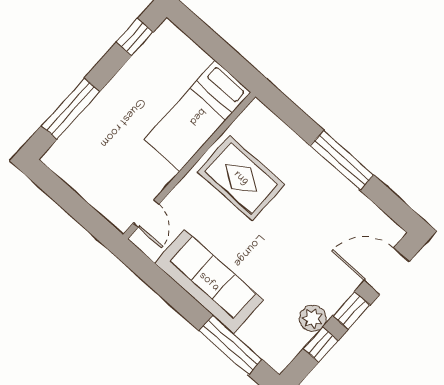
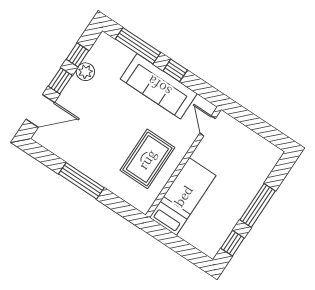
window: (71, 109) -> (258, 205), moved
rug: (241, 178) -> (147, 159), turned 90
window: (182, 301) -> (175, 70), added

